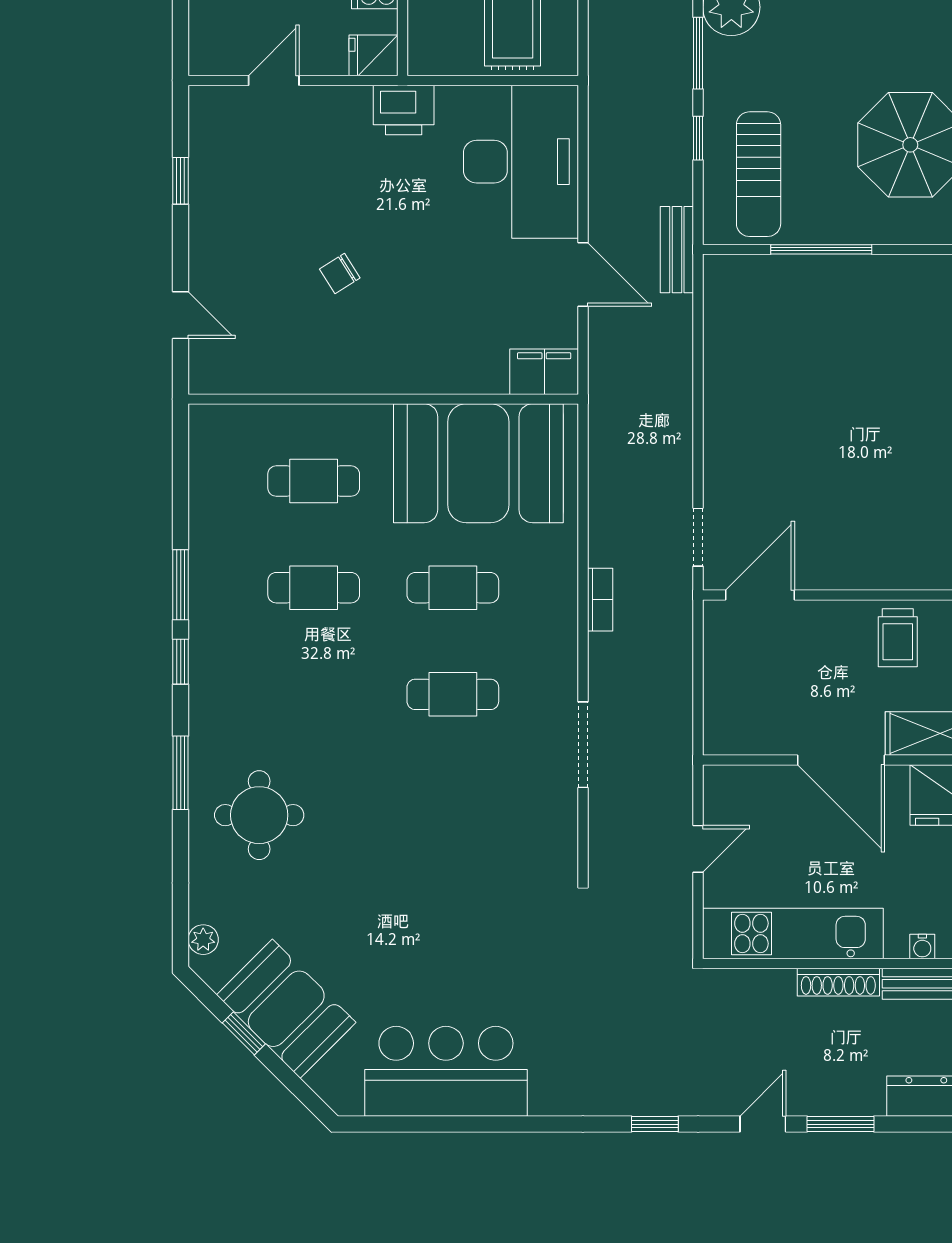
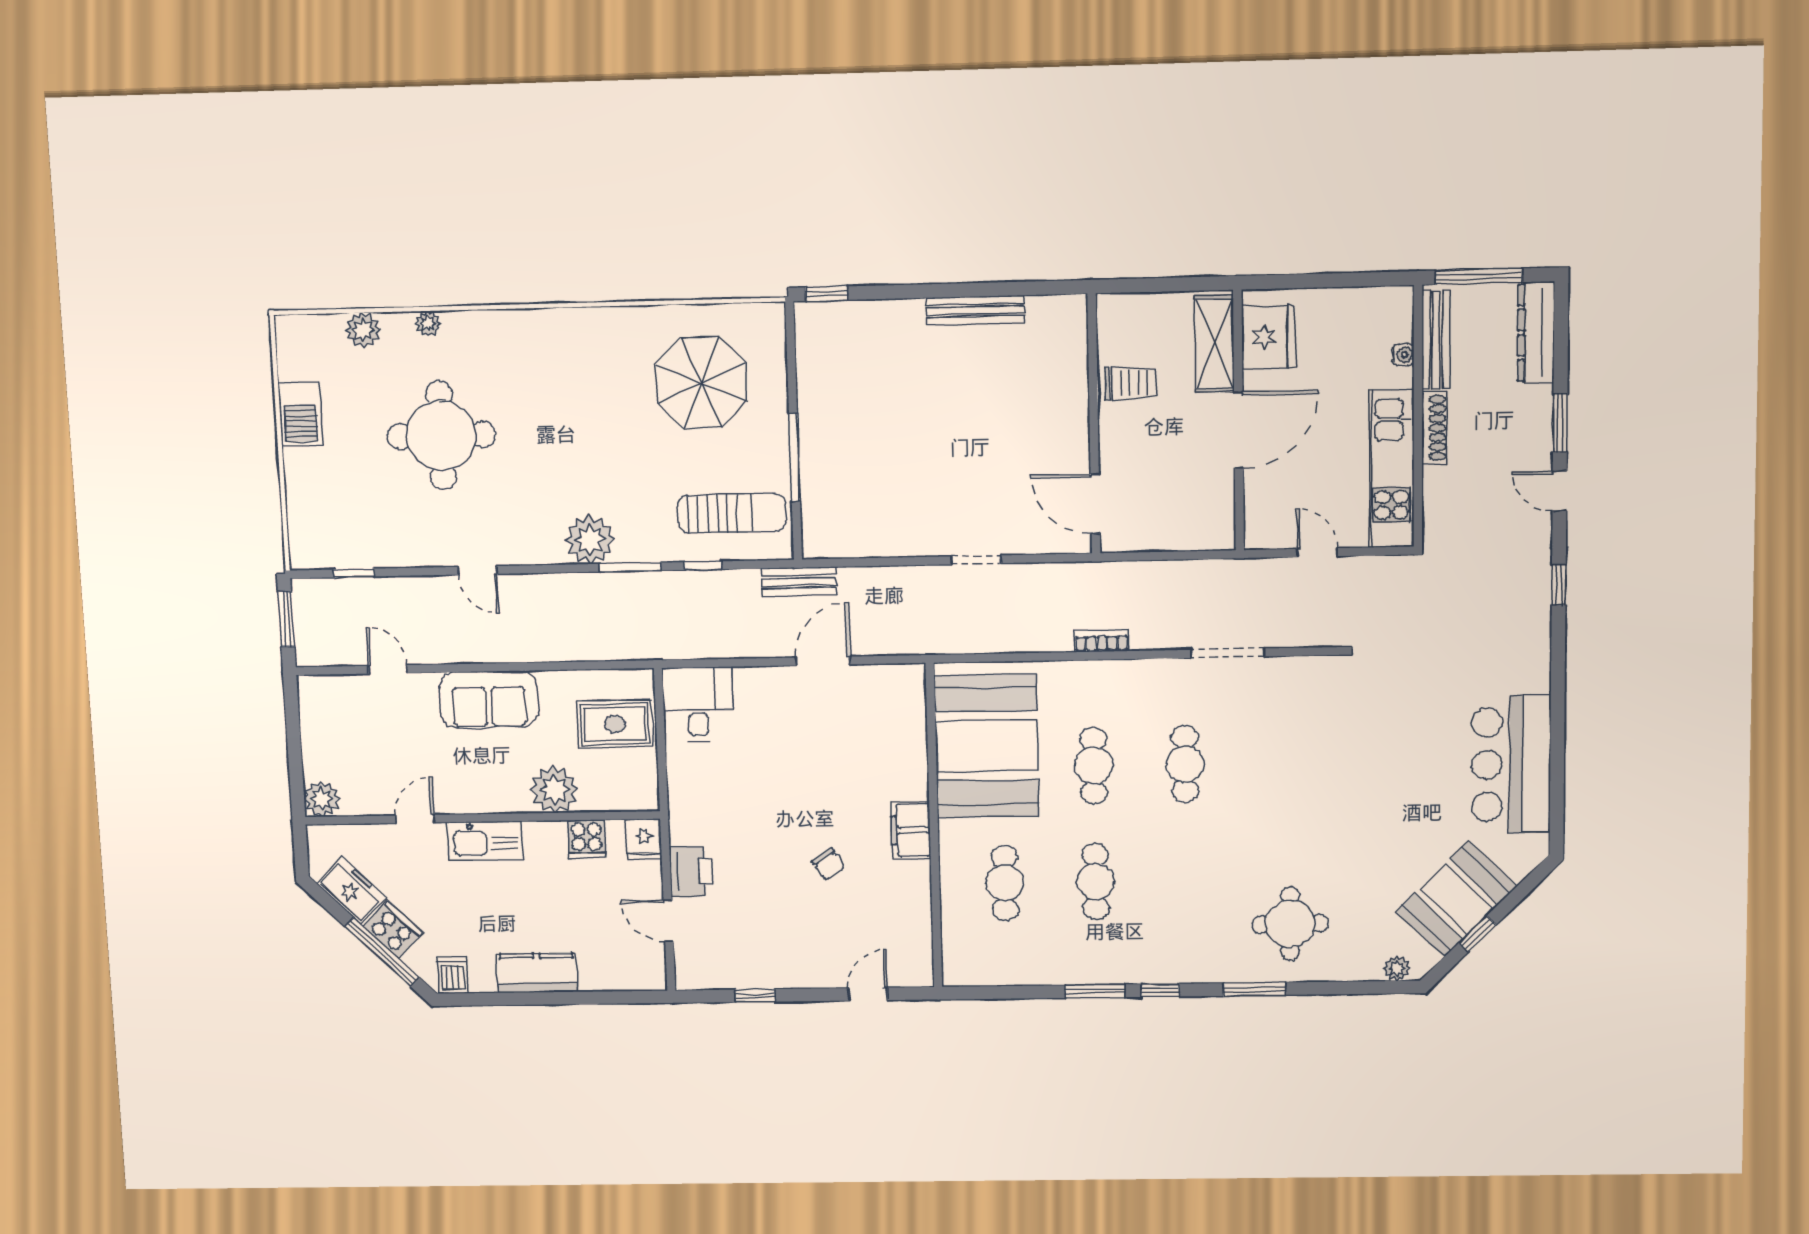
printer: (404, 110) -> (691, 871), moved
desk: (521, 162) -> (698, 704), width x0.53, depth x0.77
filing cabinet: (544, 372) -> (911, 830), moved
doorway: (698, 537) -> (976, 560), moved

